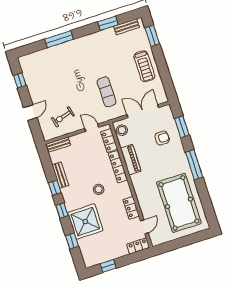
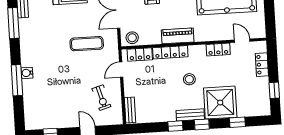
window: (108, 23) -> (13, 23), width x1.44
water cooler: (68, 46) -> (27, 73), added
piano: (131, 160) -> (178, 36), moved
bench: (60, 175) -> (190, 115), moved
locker: (138, 246) -> (262, 65), moved

